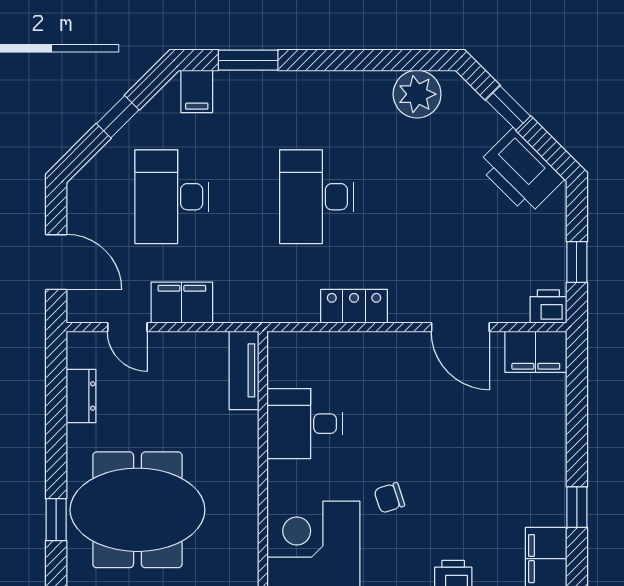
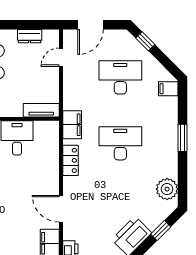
window: (248, 60) -> (183, 138), moved
window: (118, 117) -> (145, 41), moved
filing cabinet: (182, 303) -> (72, 125), moved
door: (460, 327) -> (61, 209), hinge flipped

